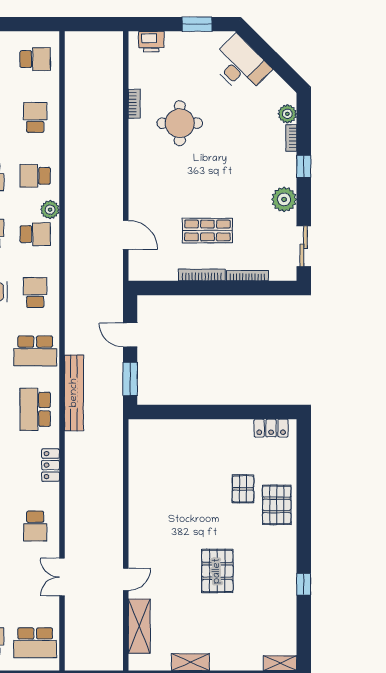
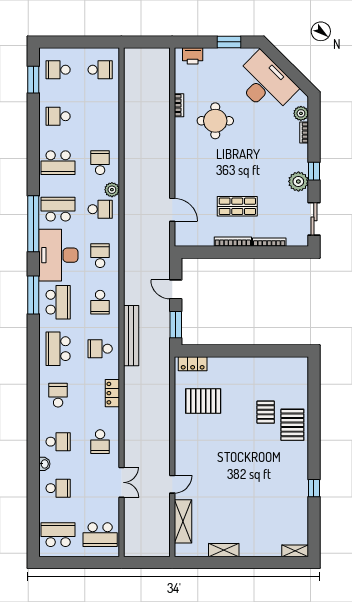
desk: (240, 65) -> (265, 83), width x1.36, depth x1.30
school desk: (35, 117) -> (100, 116), removed
window: (304, 166) -> (314, 171), moved
school desk: (35, 176) -> (100, 163), turned 90
school desk: (35, 351) -> (100, 302), width x0.54
school desk: (35, 409) -> (100, 349), width x0.54
locker: (271, 428) -> (193, 364), moved
pallet: (217, 571) -> (203, 401), moved, turned 90
double door: (62, 577) -> (121, 482), swing flipped

